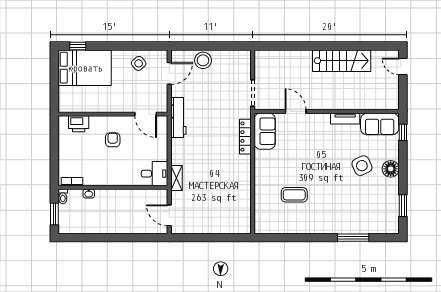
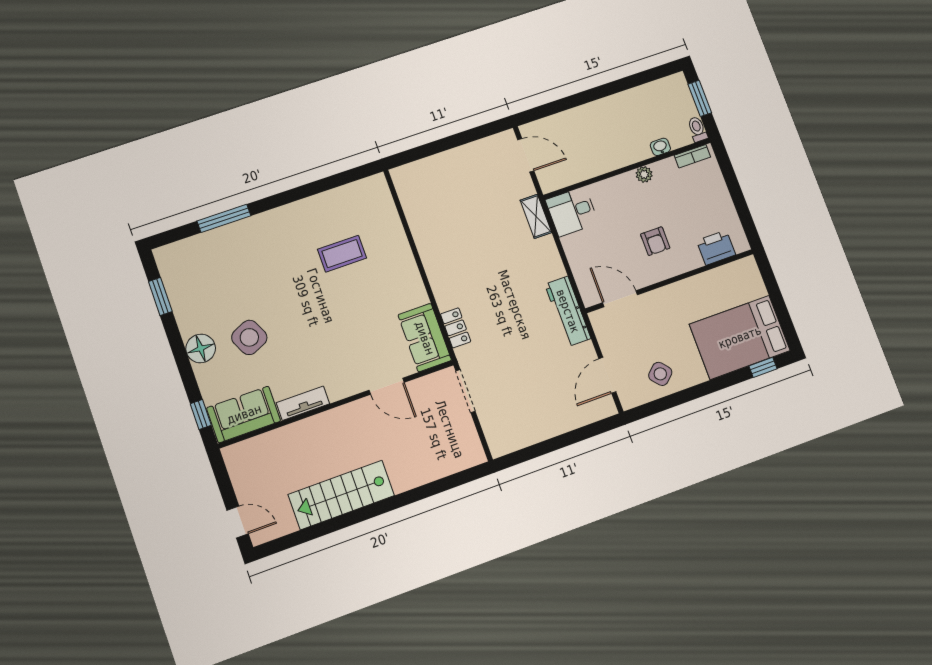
stool: (203, 60) -> (562, 415), removed
locker: (245, 137) -> (456, 328), width x0.66
plant: (104, 181) -> (644, 174), added

